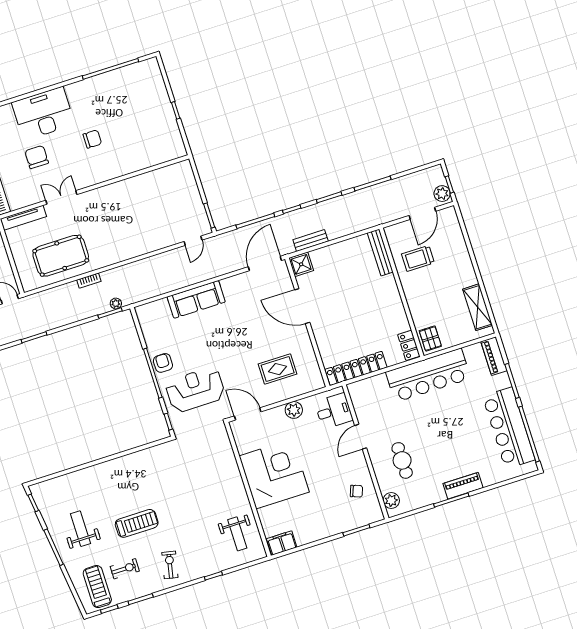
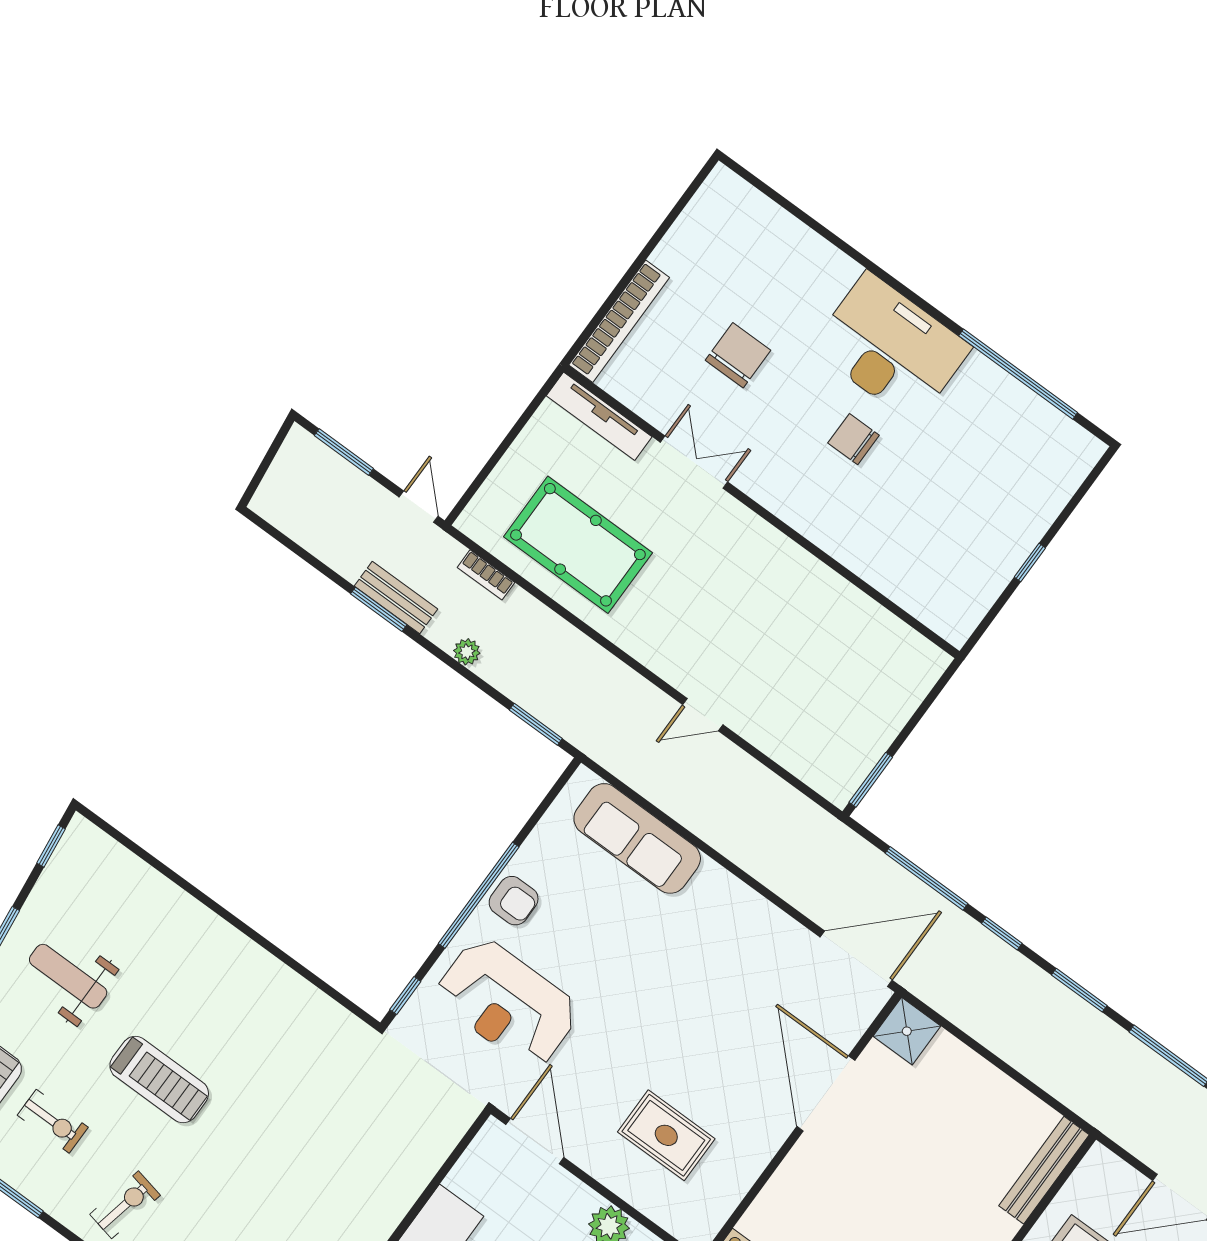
desk: (43, 113) -> (891, 348), moved
chair: (92, 139) -> (854, 439), turned 180
door: (193, 241) -> (703, 715), moved
bench: (311, 241) -> (396, 597), moved
bookcase: (89, 281) -> (486, 575), moved
sofa: (196, 299) -> (637, 838), moved
plant: (116, 303) -> (467, 652), moved
armchair: (163, 363) -> (514, 901), turned 90
reception desk: (195, 390) -> (507, 1003), turned 180
weight bench: (80, 529) -> (68, 976), turned -90

